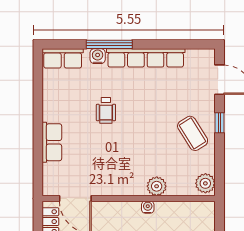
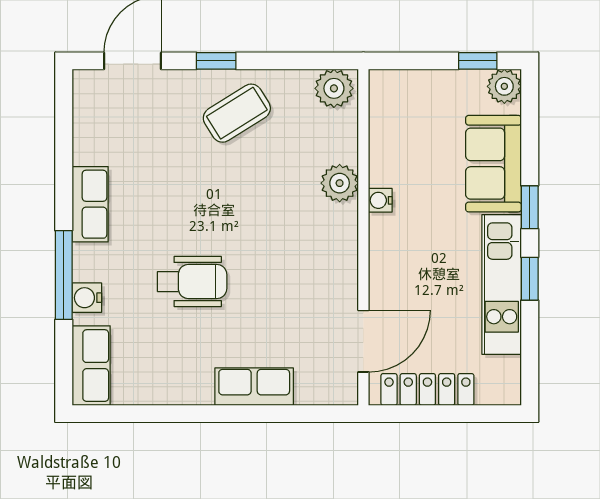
row of seats: (146, 58) -> (90, 204), width x0.50
wheelchair: (106, 110) -> (192, 282), width x1.36, depth x1.37

